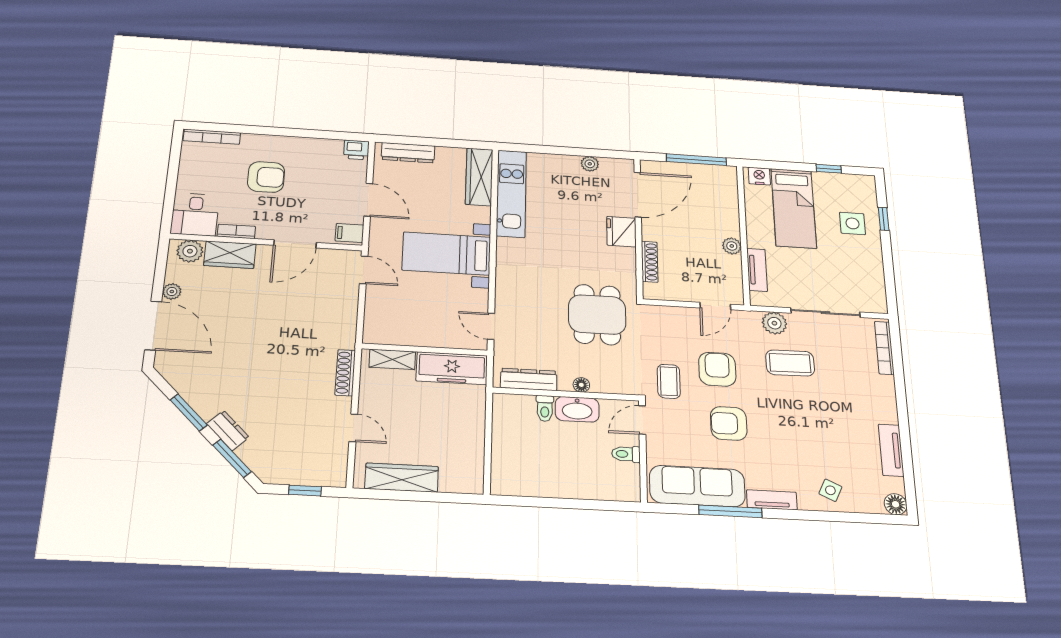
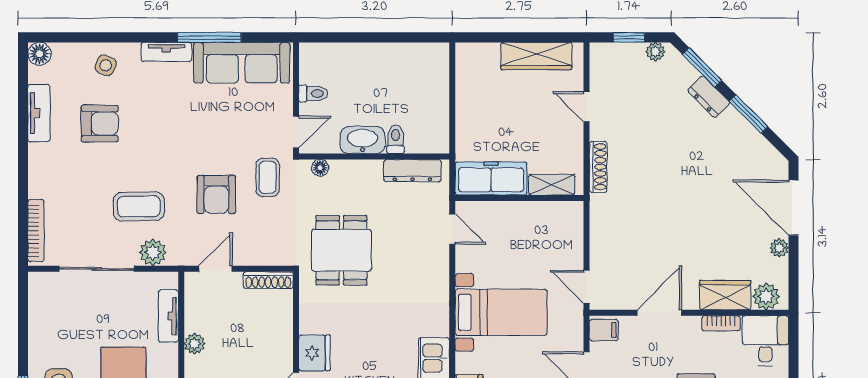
shoe rack: (650, 262) -> (268, 280), moved, turned -90
floor lamp: (581, 385) -> (320, 168), moved
armchair: (729, 423) -> (100, 124), moved
plant: (279, 476) -> (655, 52), added

